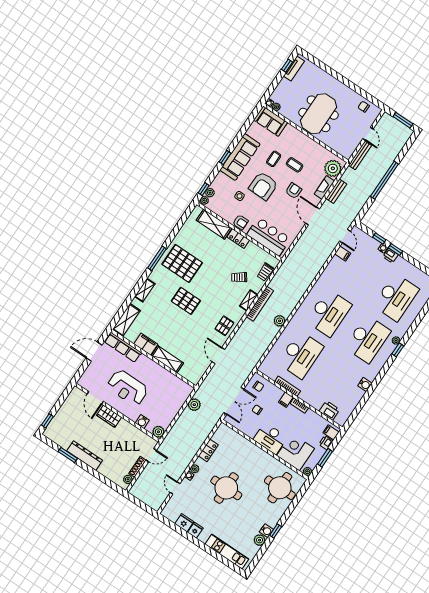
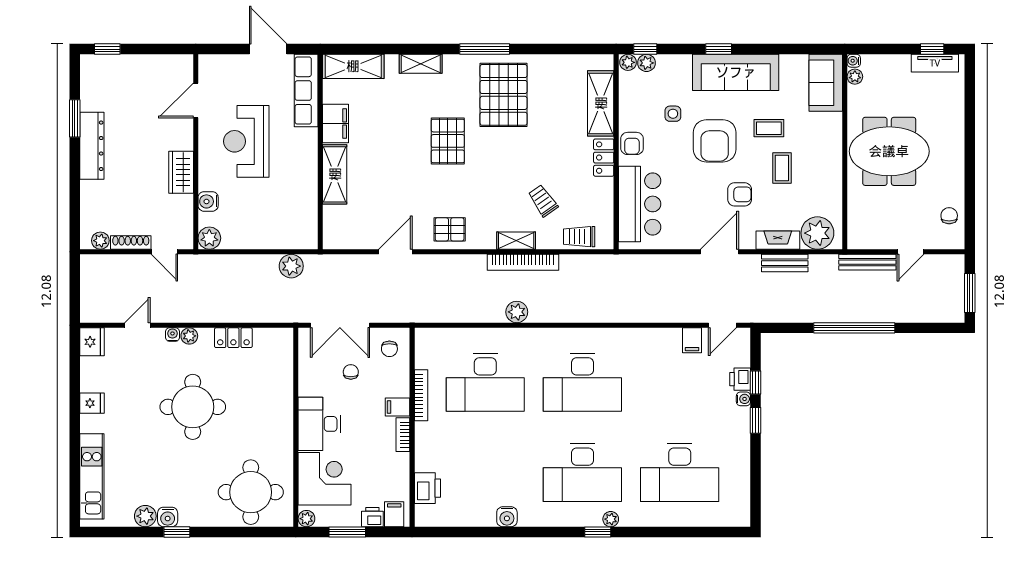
armchair: (263, 186) -> (715, 141), turned -91
printer: (390, 256) -> (740, 379), moved
wardrobe: (109, 416) -> (181, 172), moved
fridge: (184, 523) -> (92, 342), moved

